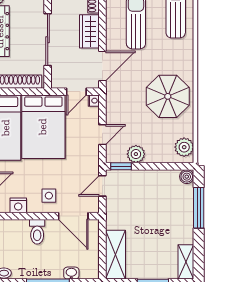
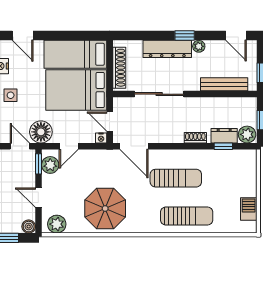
wardrobe: (89, 31) -> (167, 134), removed
door: (102, 135) -> (69, 146), hinge flipped
plant: (136, 154) -> (50, 165), moved
floor lamp: (87, 164) -> (41, 132), added
door: (156, 166) -> (38, 198), added

